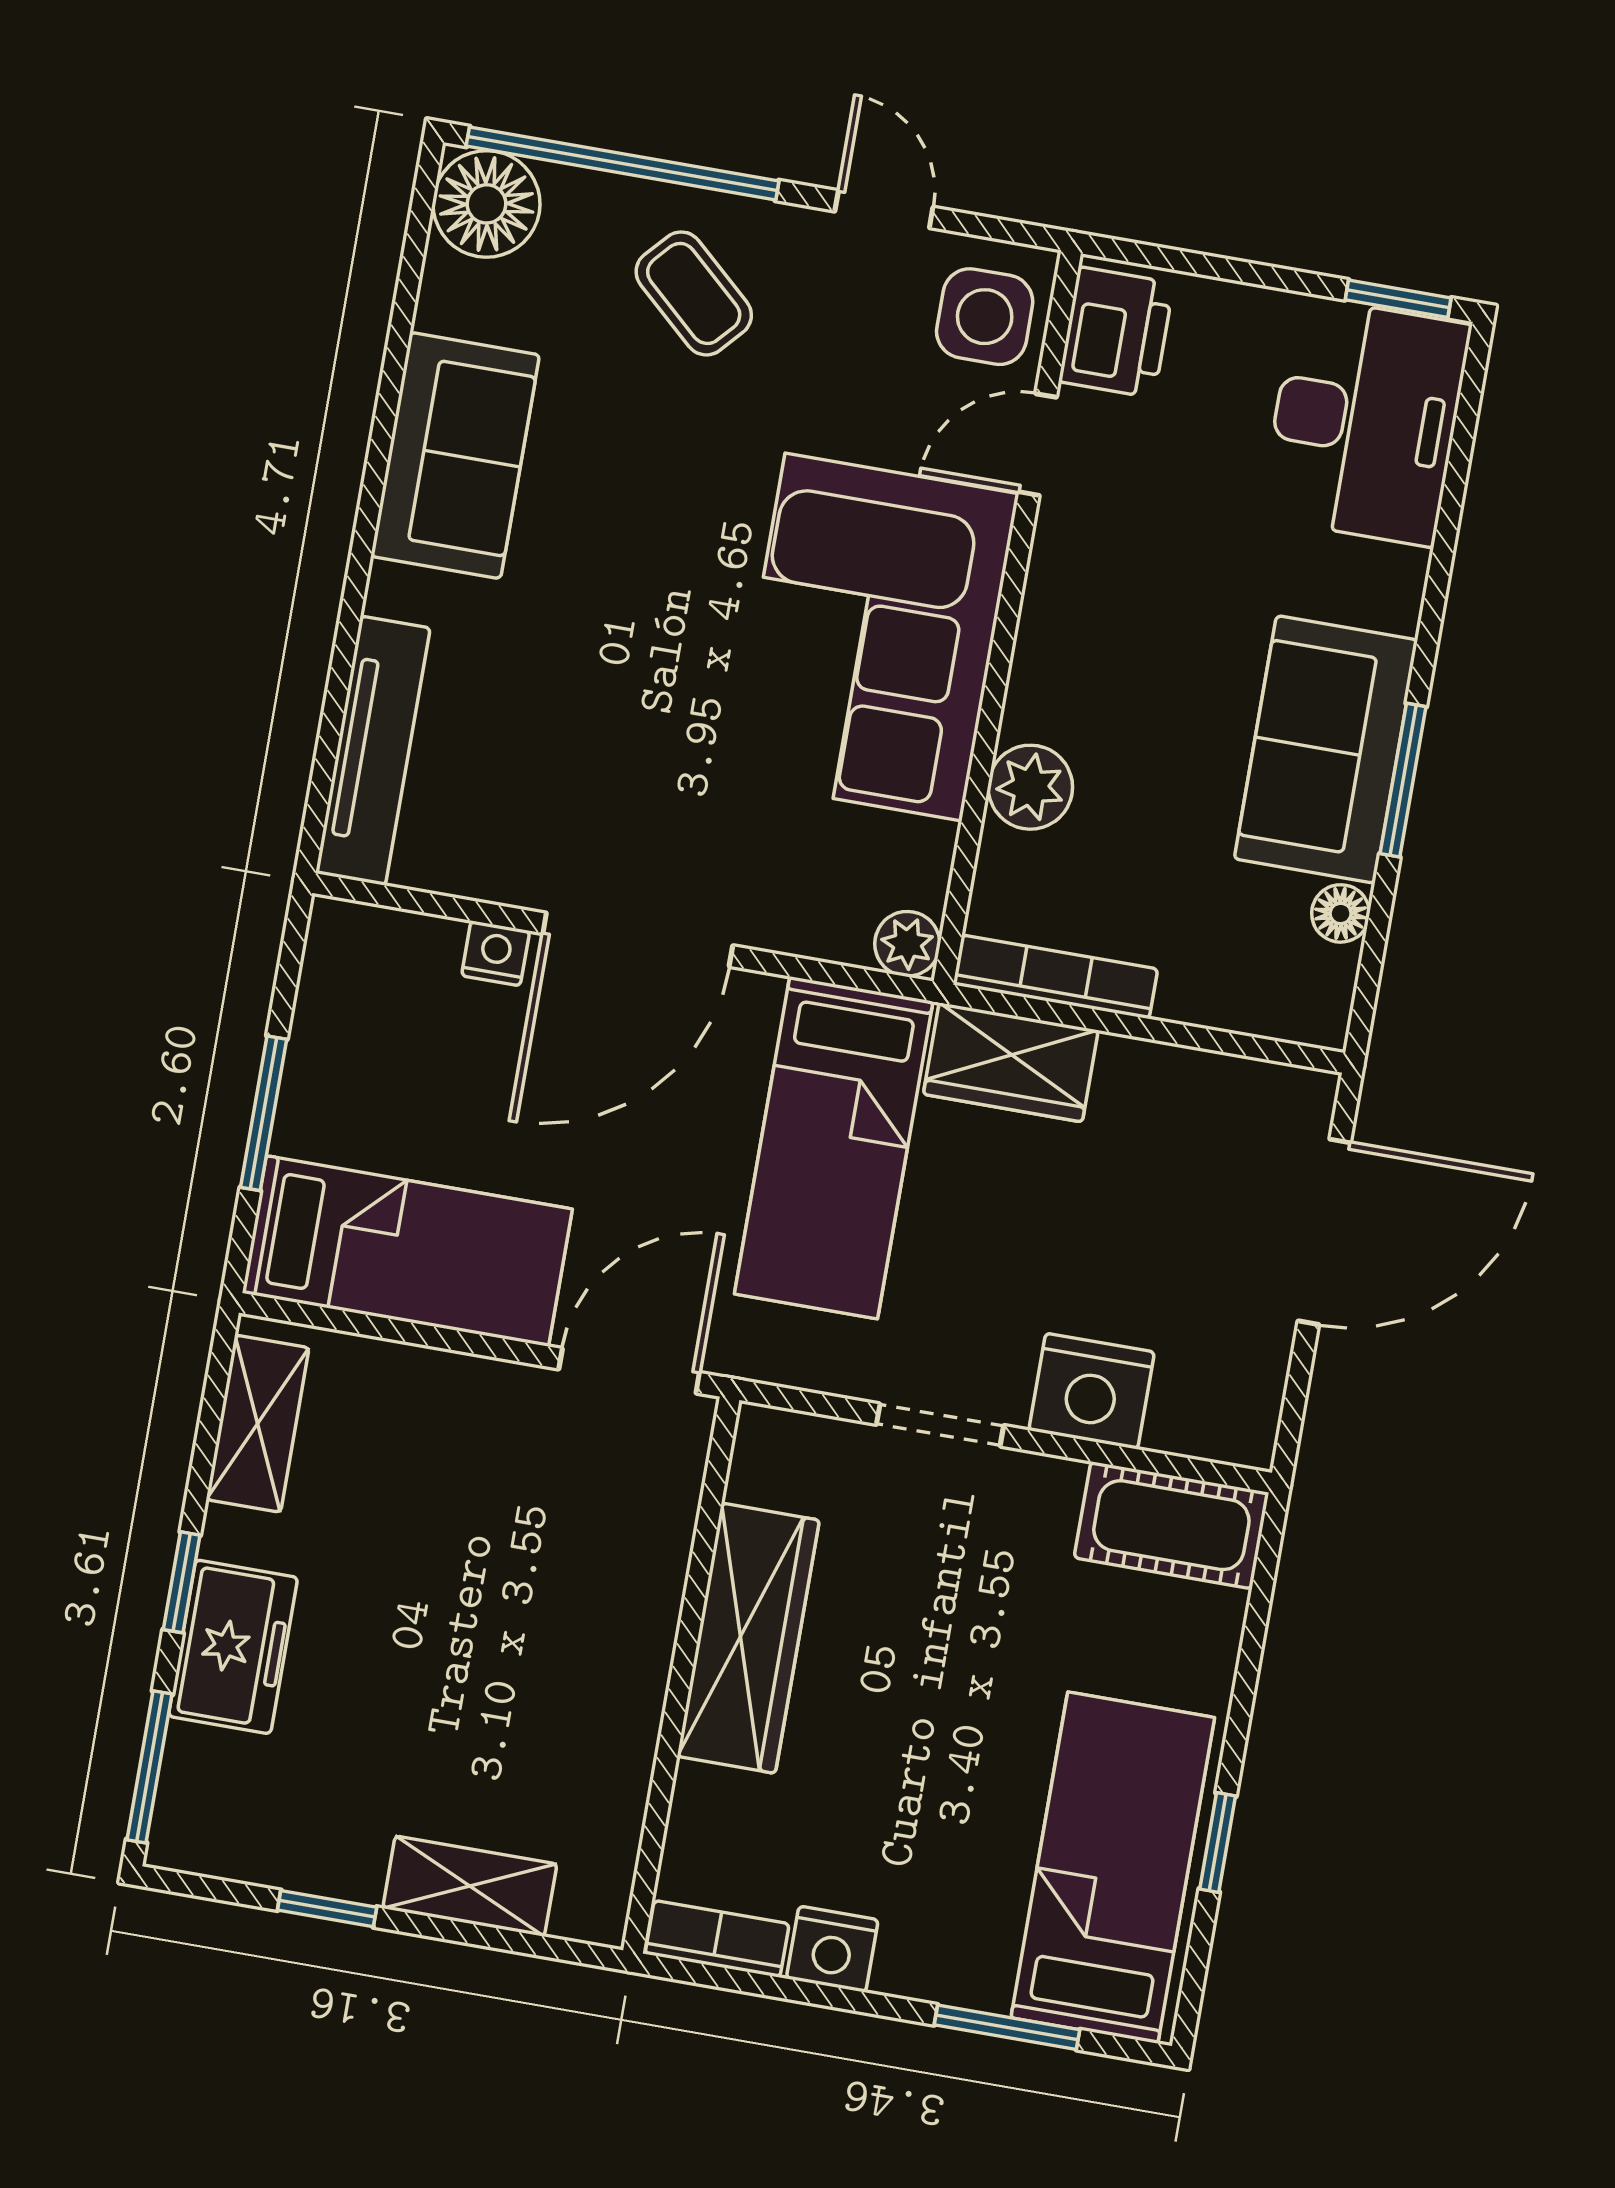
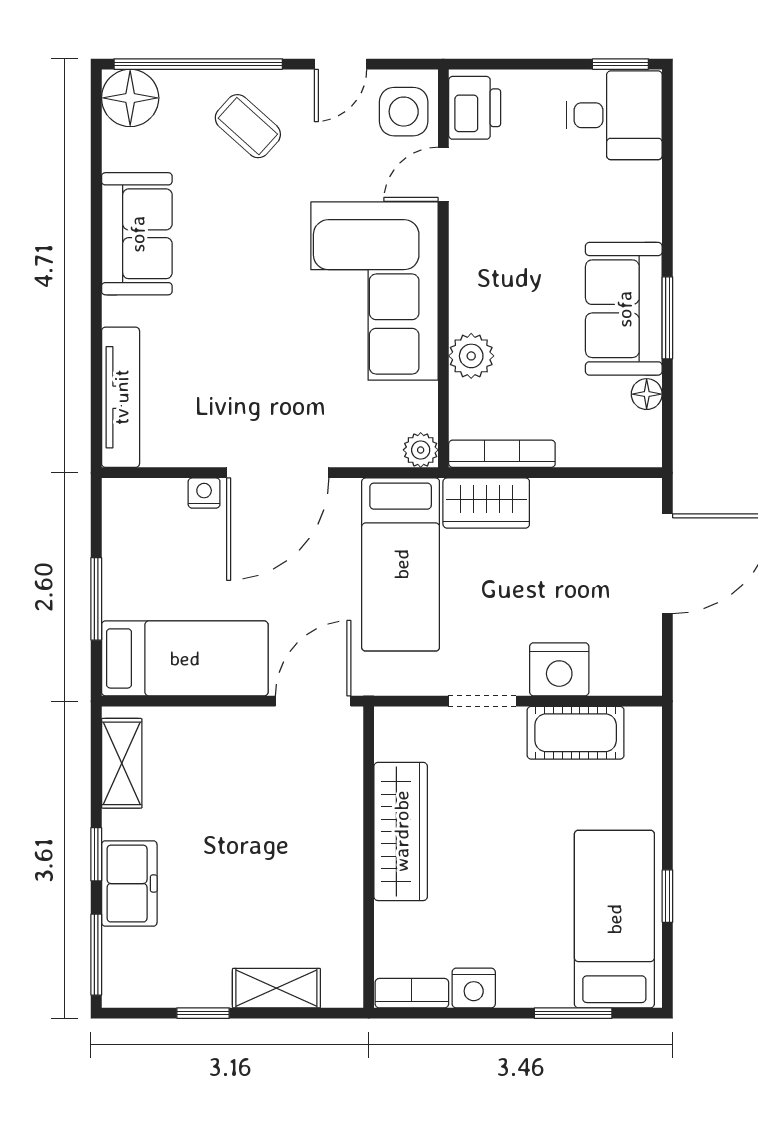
door: (884, 209) -> (341, 64), swing flipped
desk: (1365, 421) -> (614, 115), width x0.73
cot: (1171, 1525) -> (576, 733), moved

